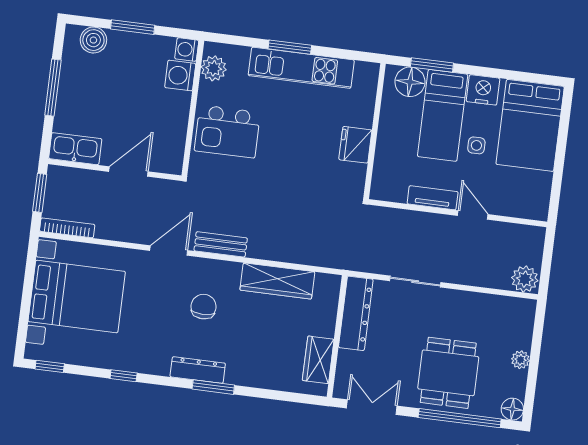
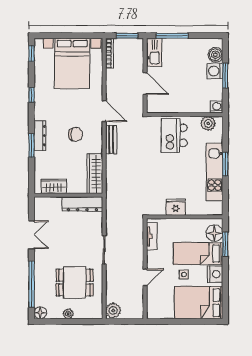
washing machine: (180, 75) -> (215, 71), moved, turned -90
window: (53, 88) -> (172, 36), moved
tv unit: (433, 198) -> (152, 236), moved
dresser: (356, 313) -> (82, 204), moved
wall: (337, 336) -> (68, 195), moved
wardrobe: (318, 360) -> (54, 186), moved
dining table: (448, 373) -> (75, 283), moved

